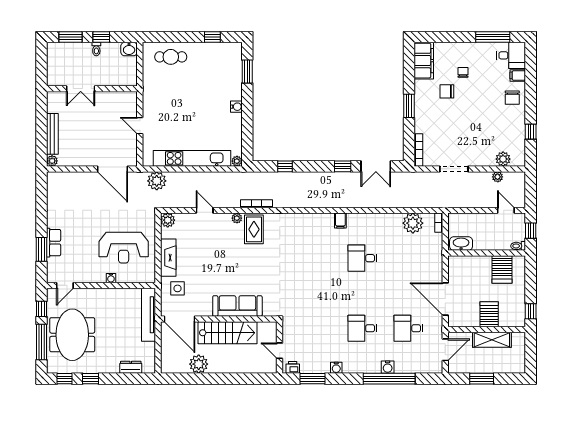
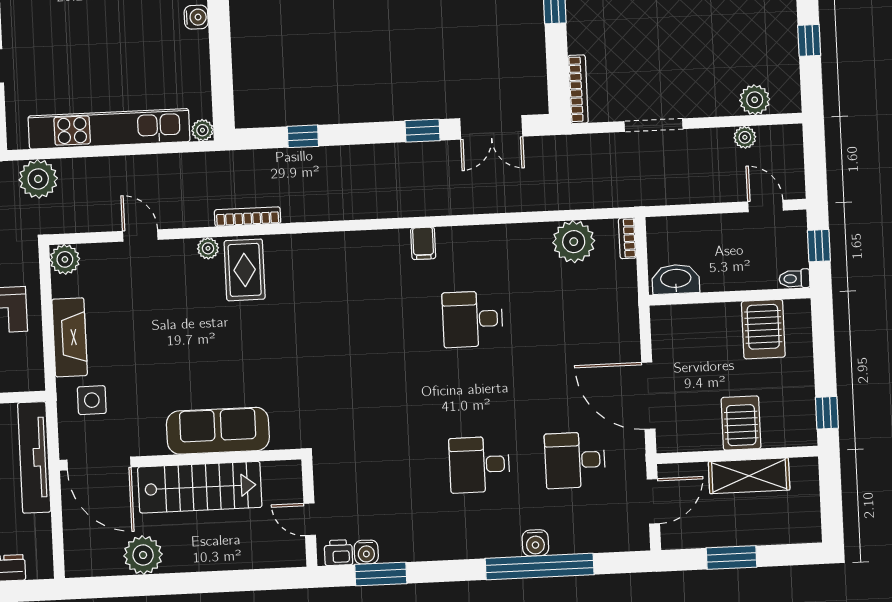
water cooler: (336, 368) -> (366, 552), moved

